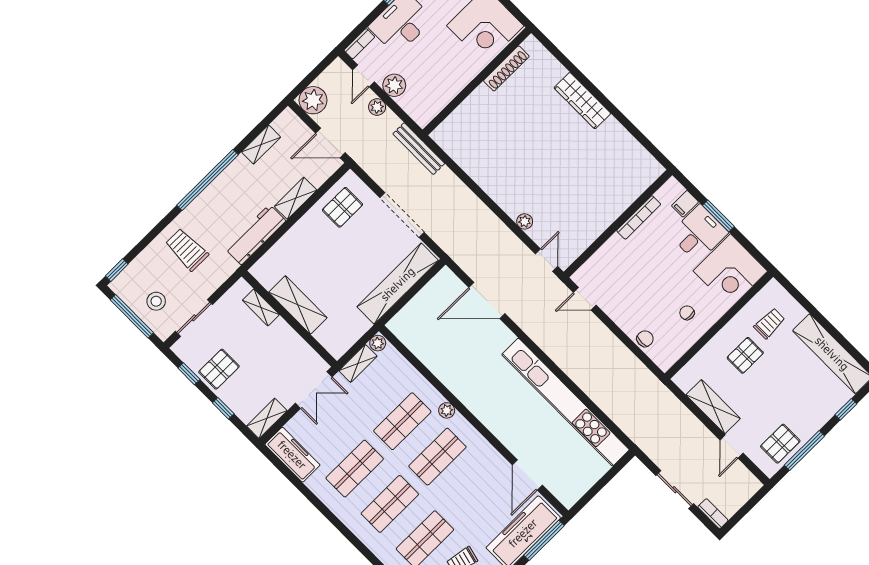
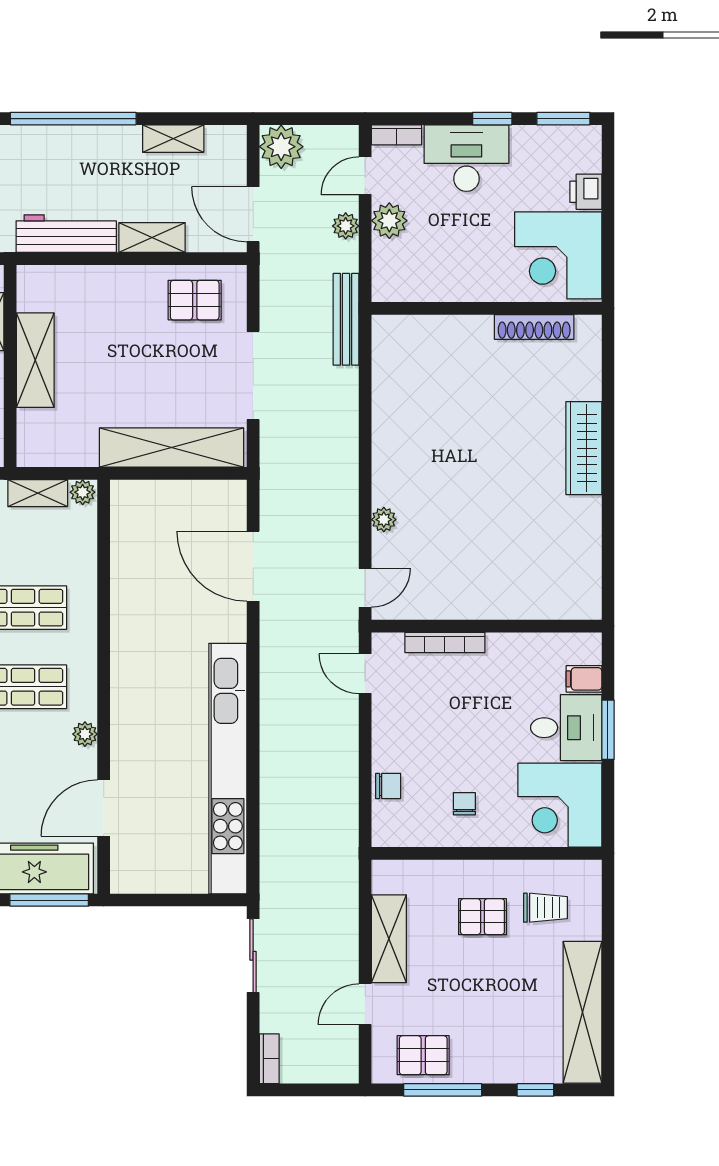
bookcase: (639, 217) -> (445, 642), moved
plant: (447, 410) -> (85, 734), moved
sliding door: (675, 490) -> (253, 956), moved

